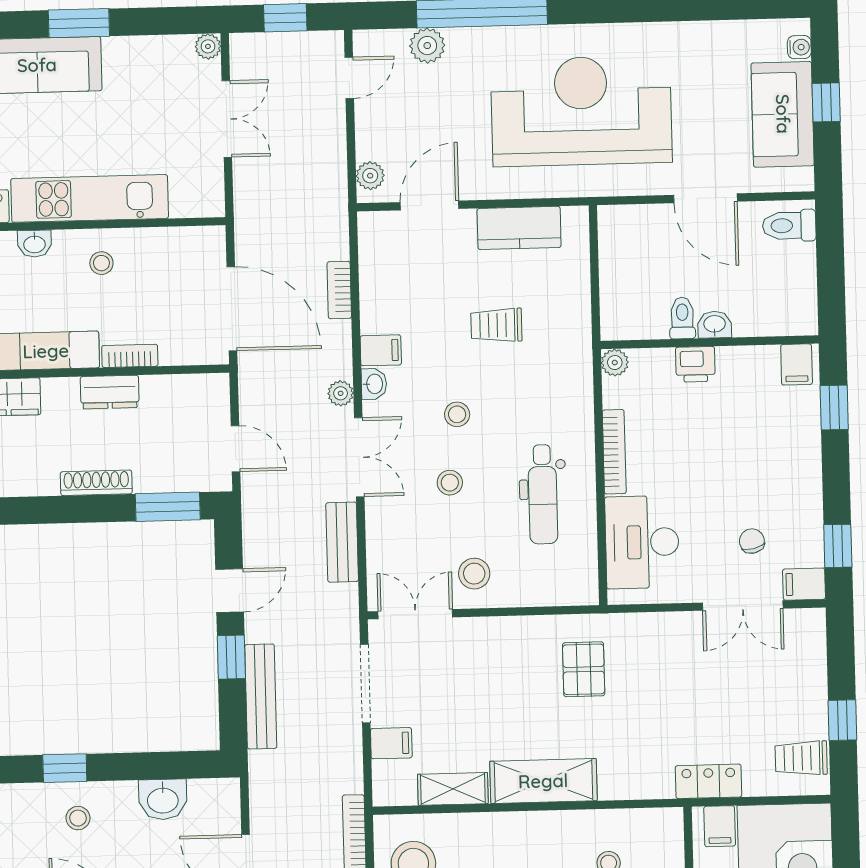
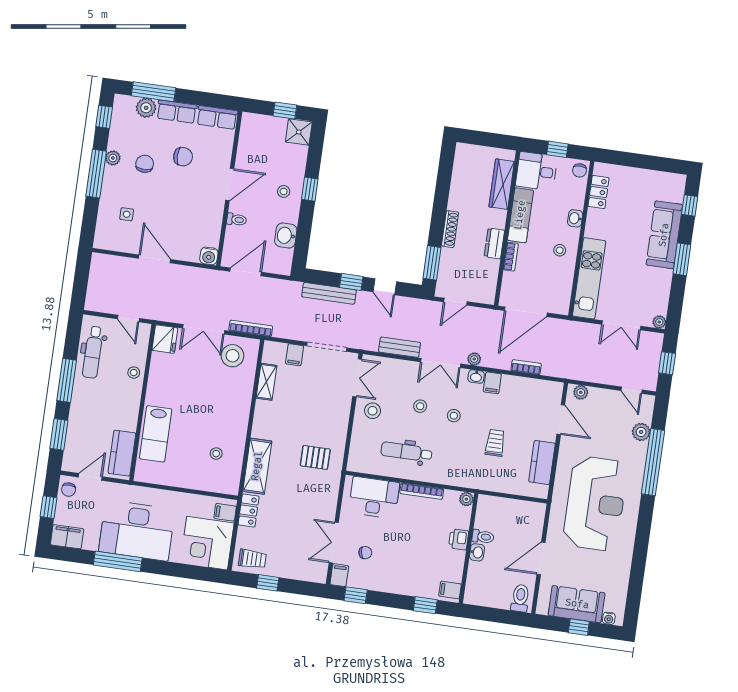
kitchen unit: (90, 198) -> (589, 278), moved
trolley: (801, 758) -> (252, 559), turned 90
shelving: (543, 781) -> (257, 466), moved

